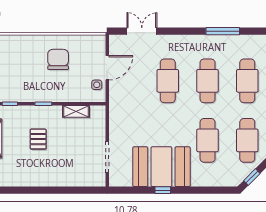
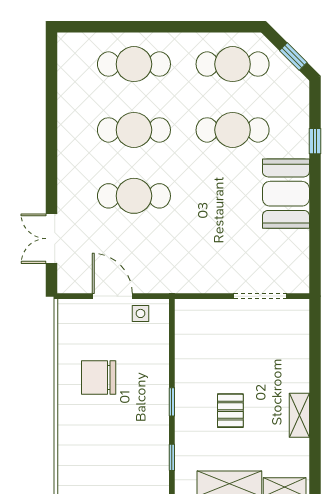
window: (223, 31) -> (52, 105), removed
shelving: (76, 111) -> (299, 415), moved
pallet: (38, 139) -> (230, 411), turned 90
booth: (161, 167) -> (286, 194), width x0.73, depth x0.70
window: (163, 190) -> (315, 141), moved

